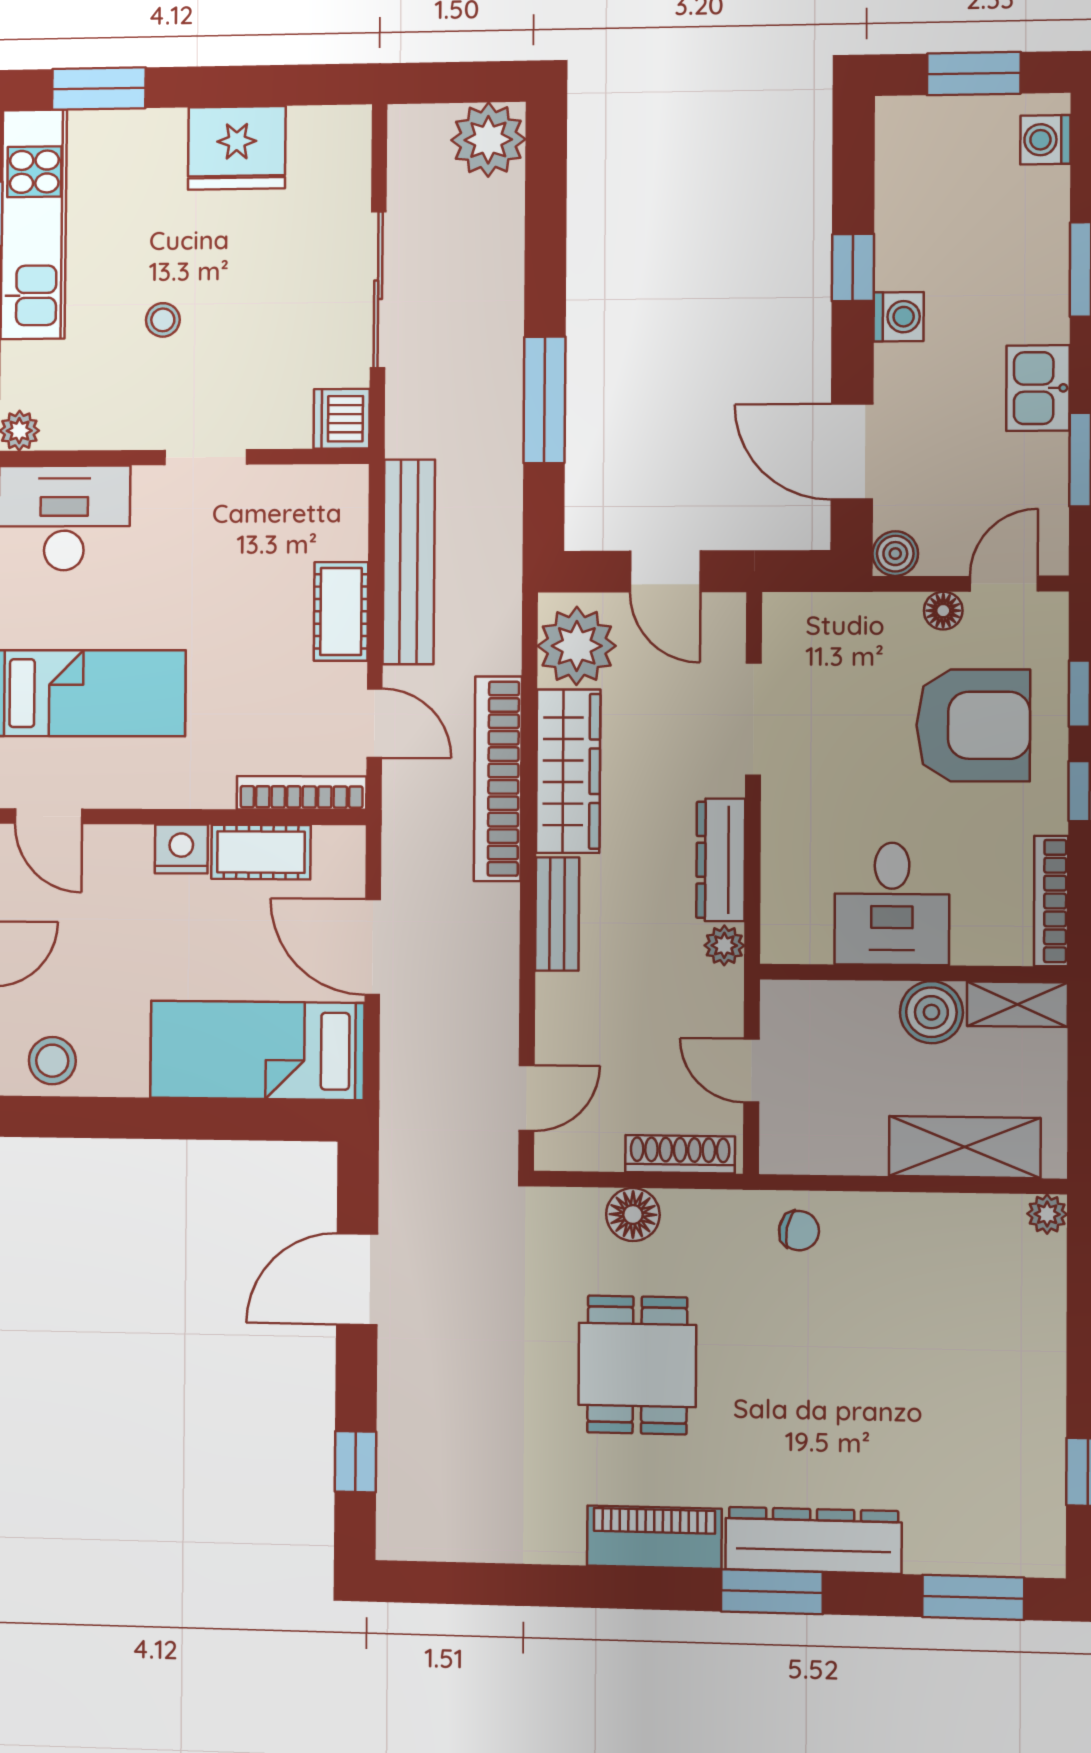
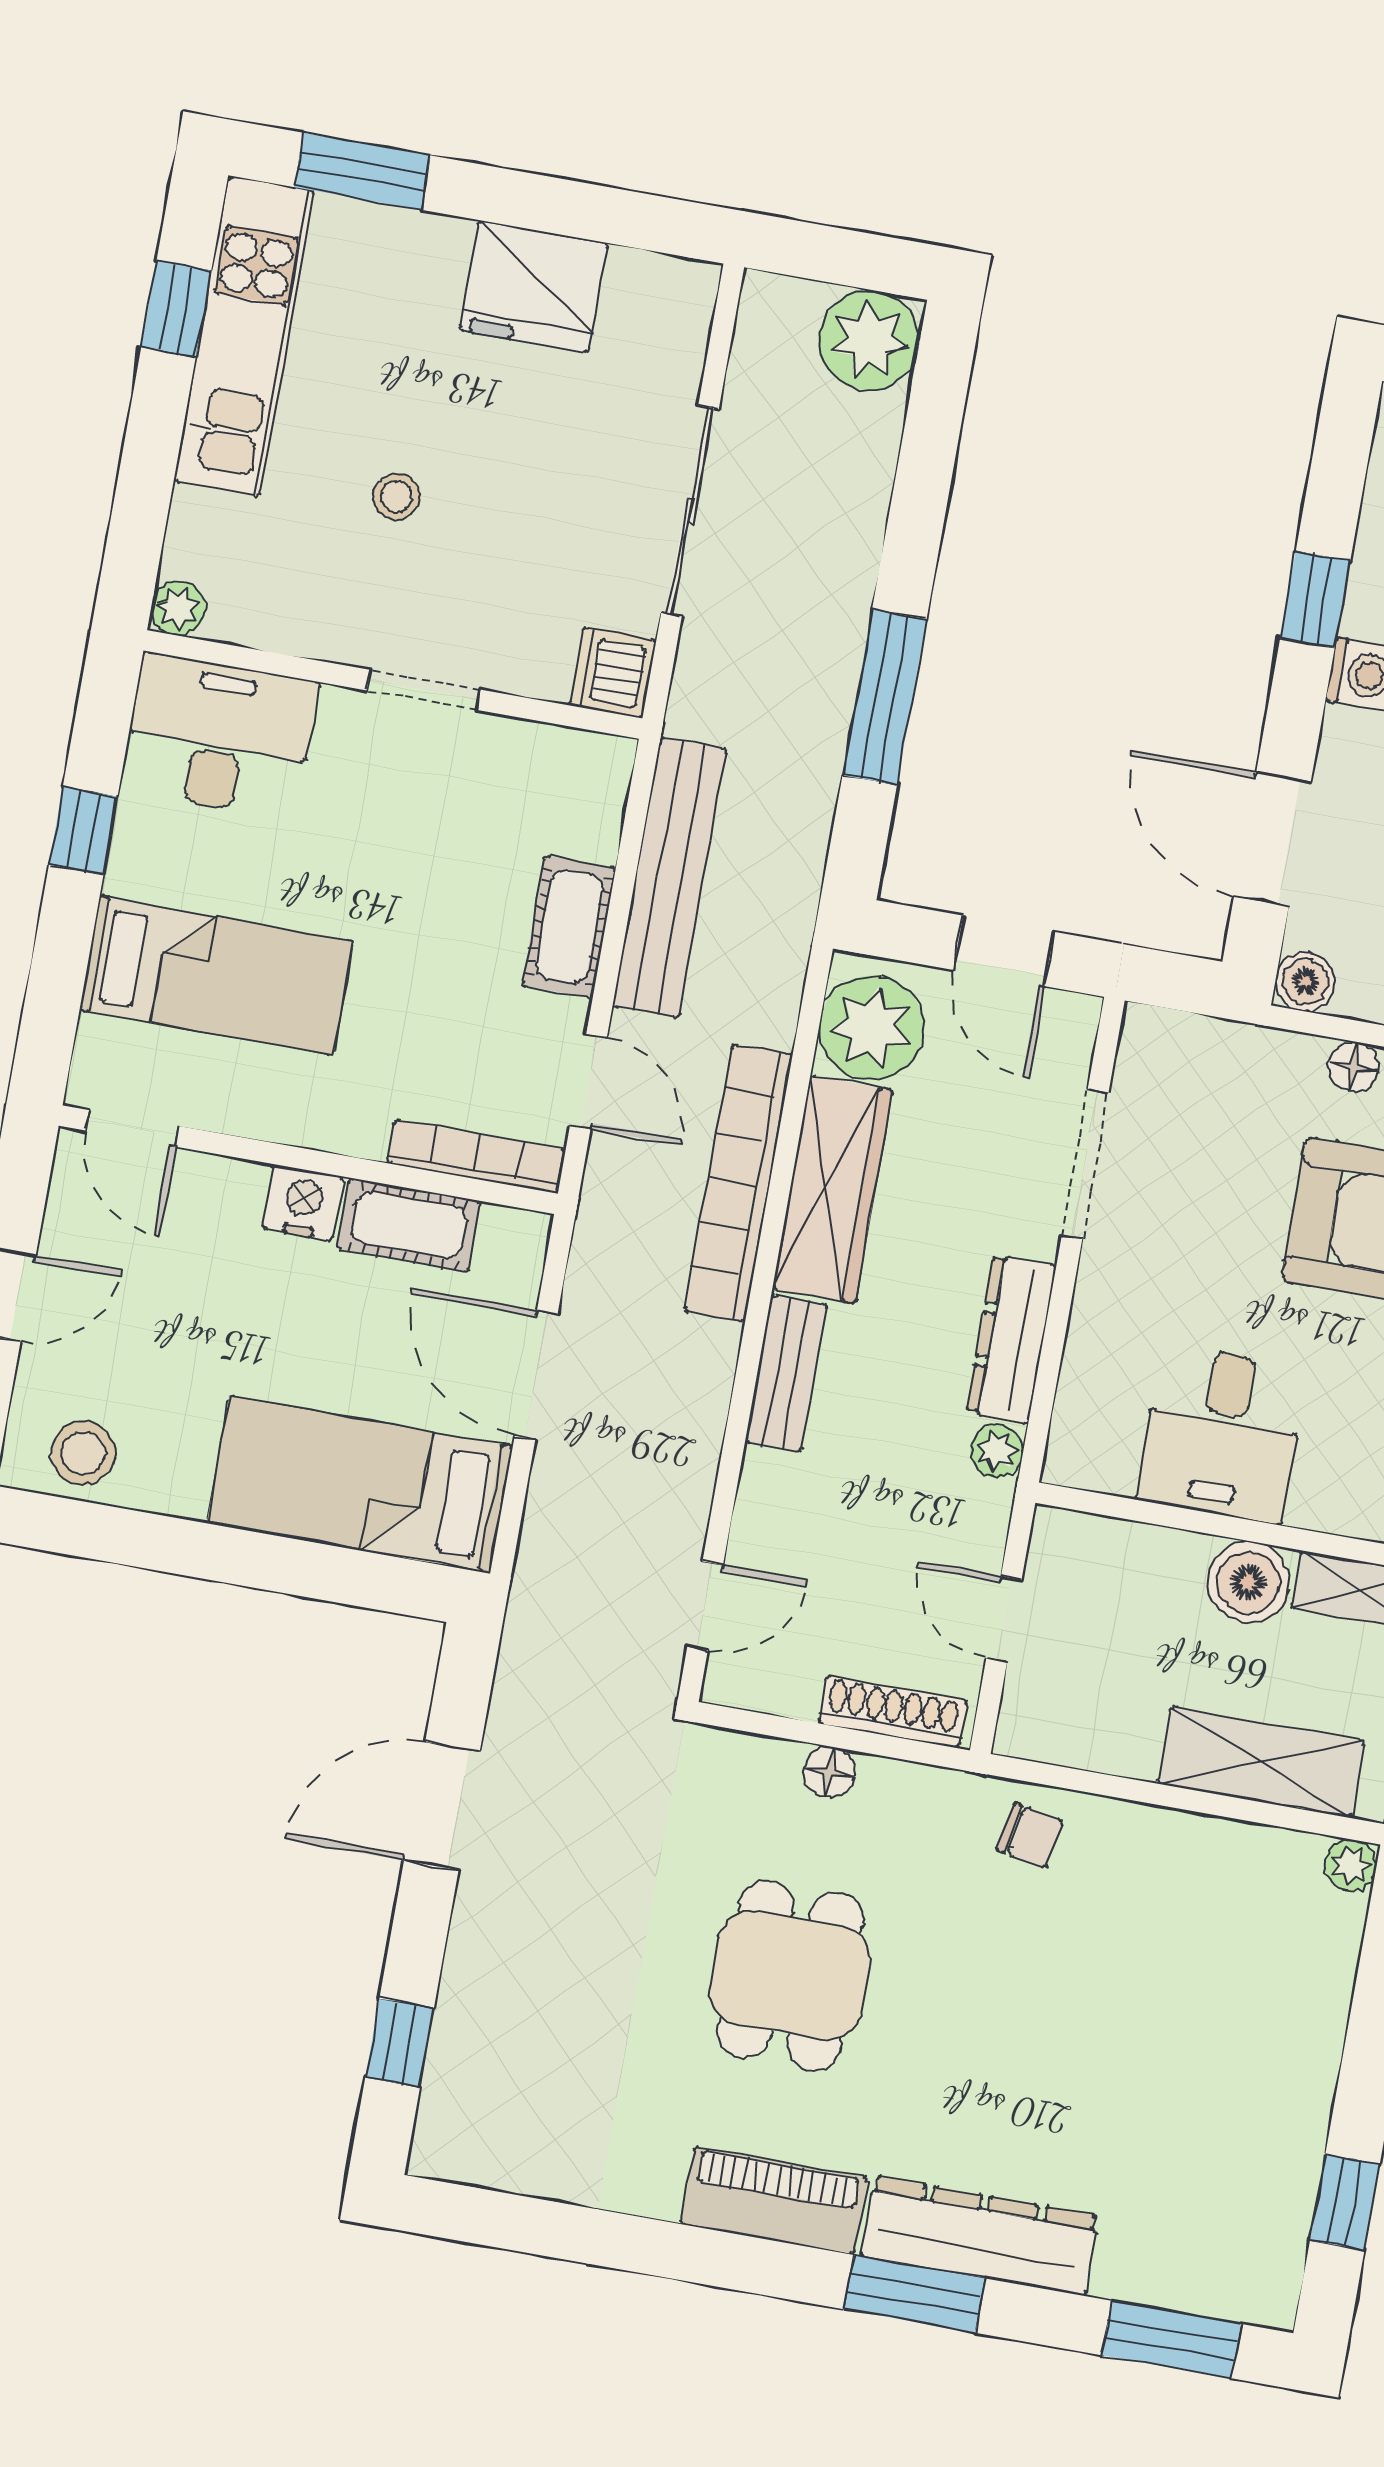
floor lamp: (633, 1215) -> (829, 1772), width x0.73, depth x0.73

